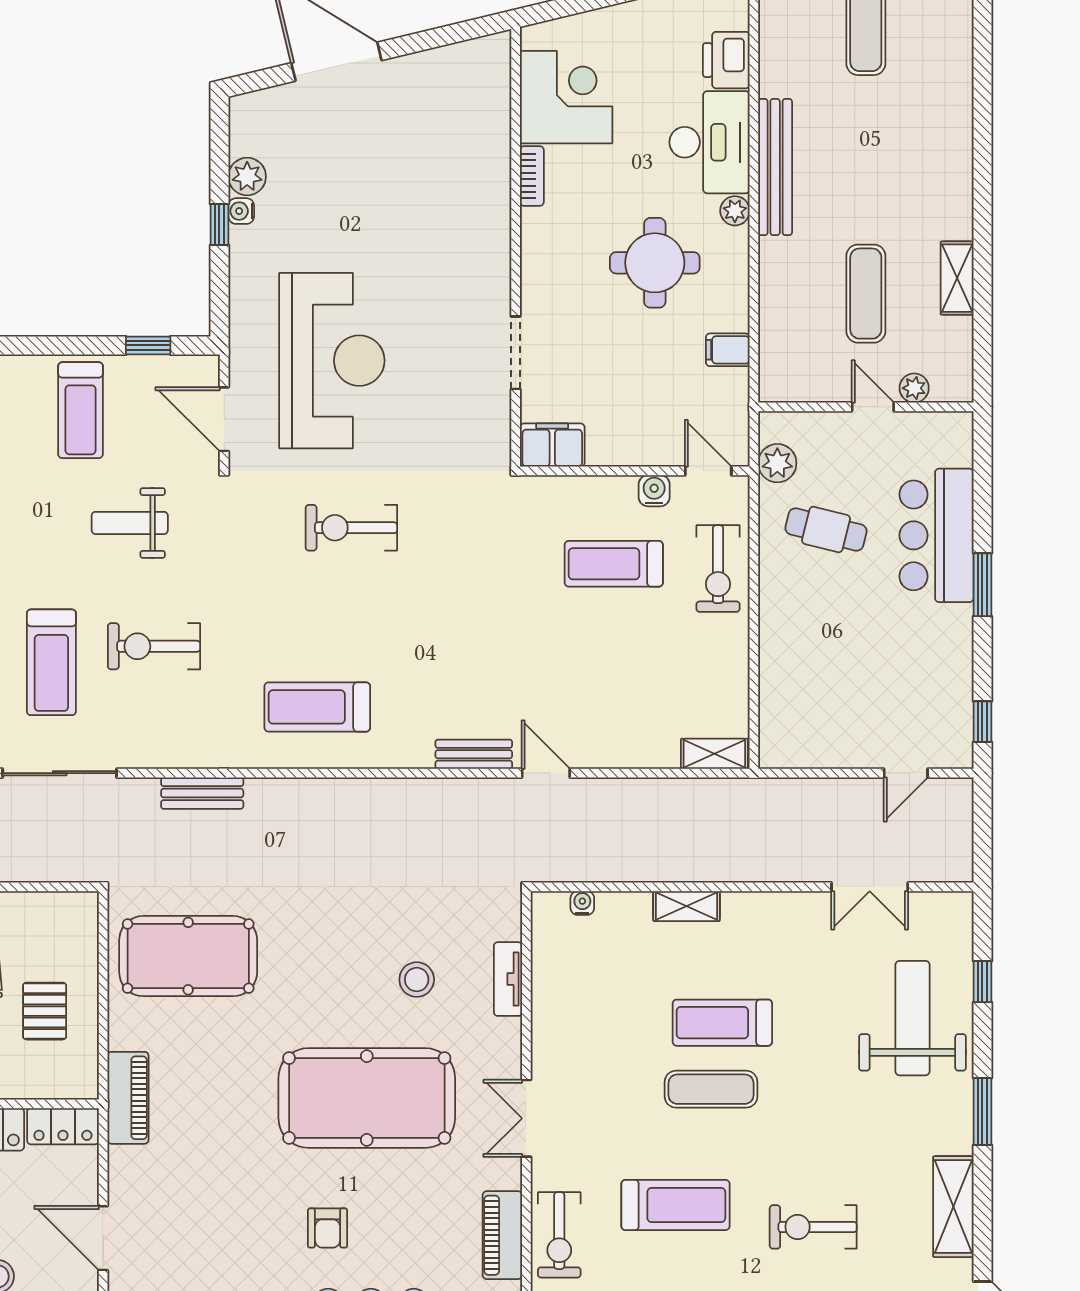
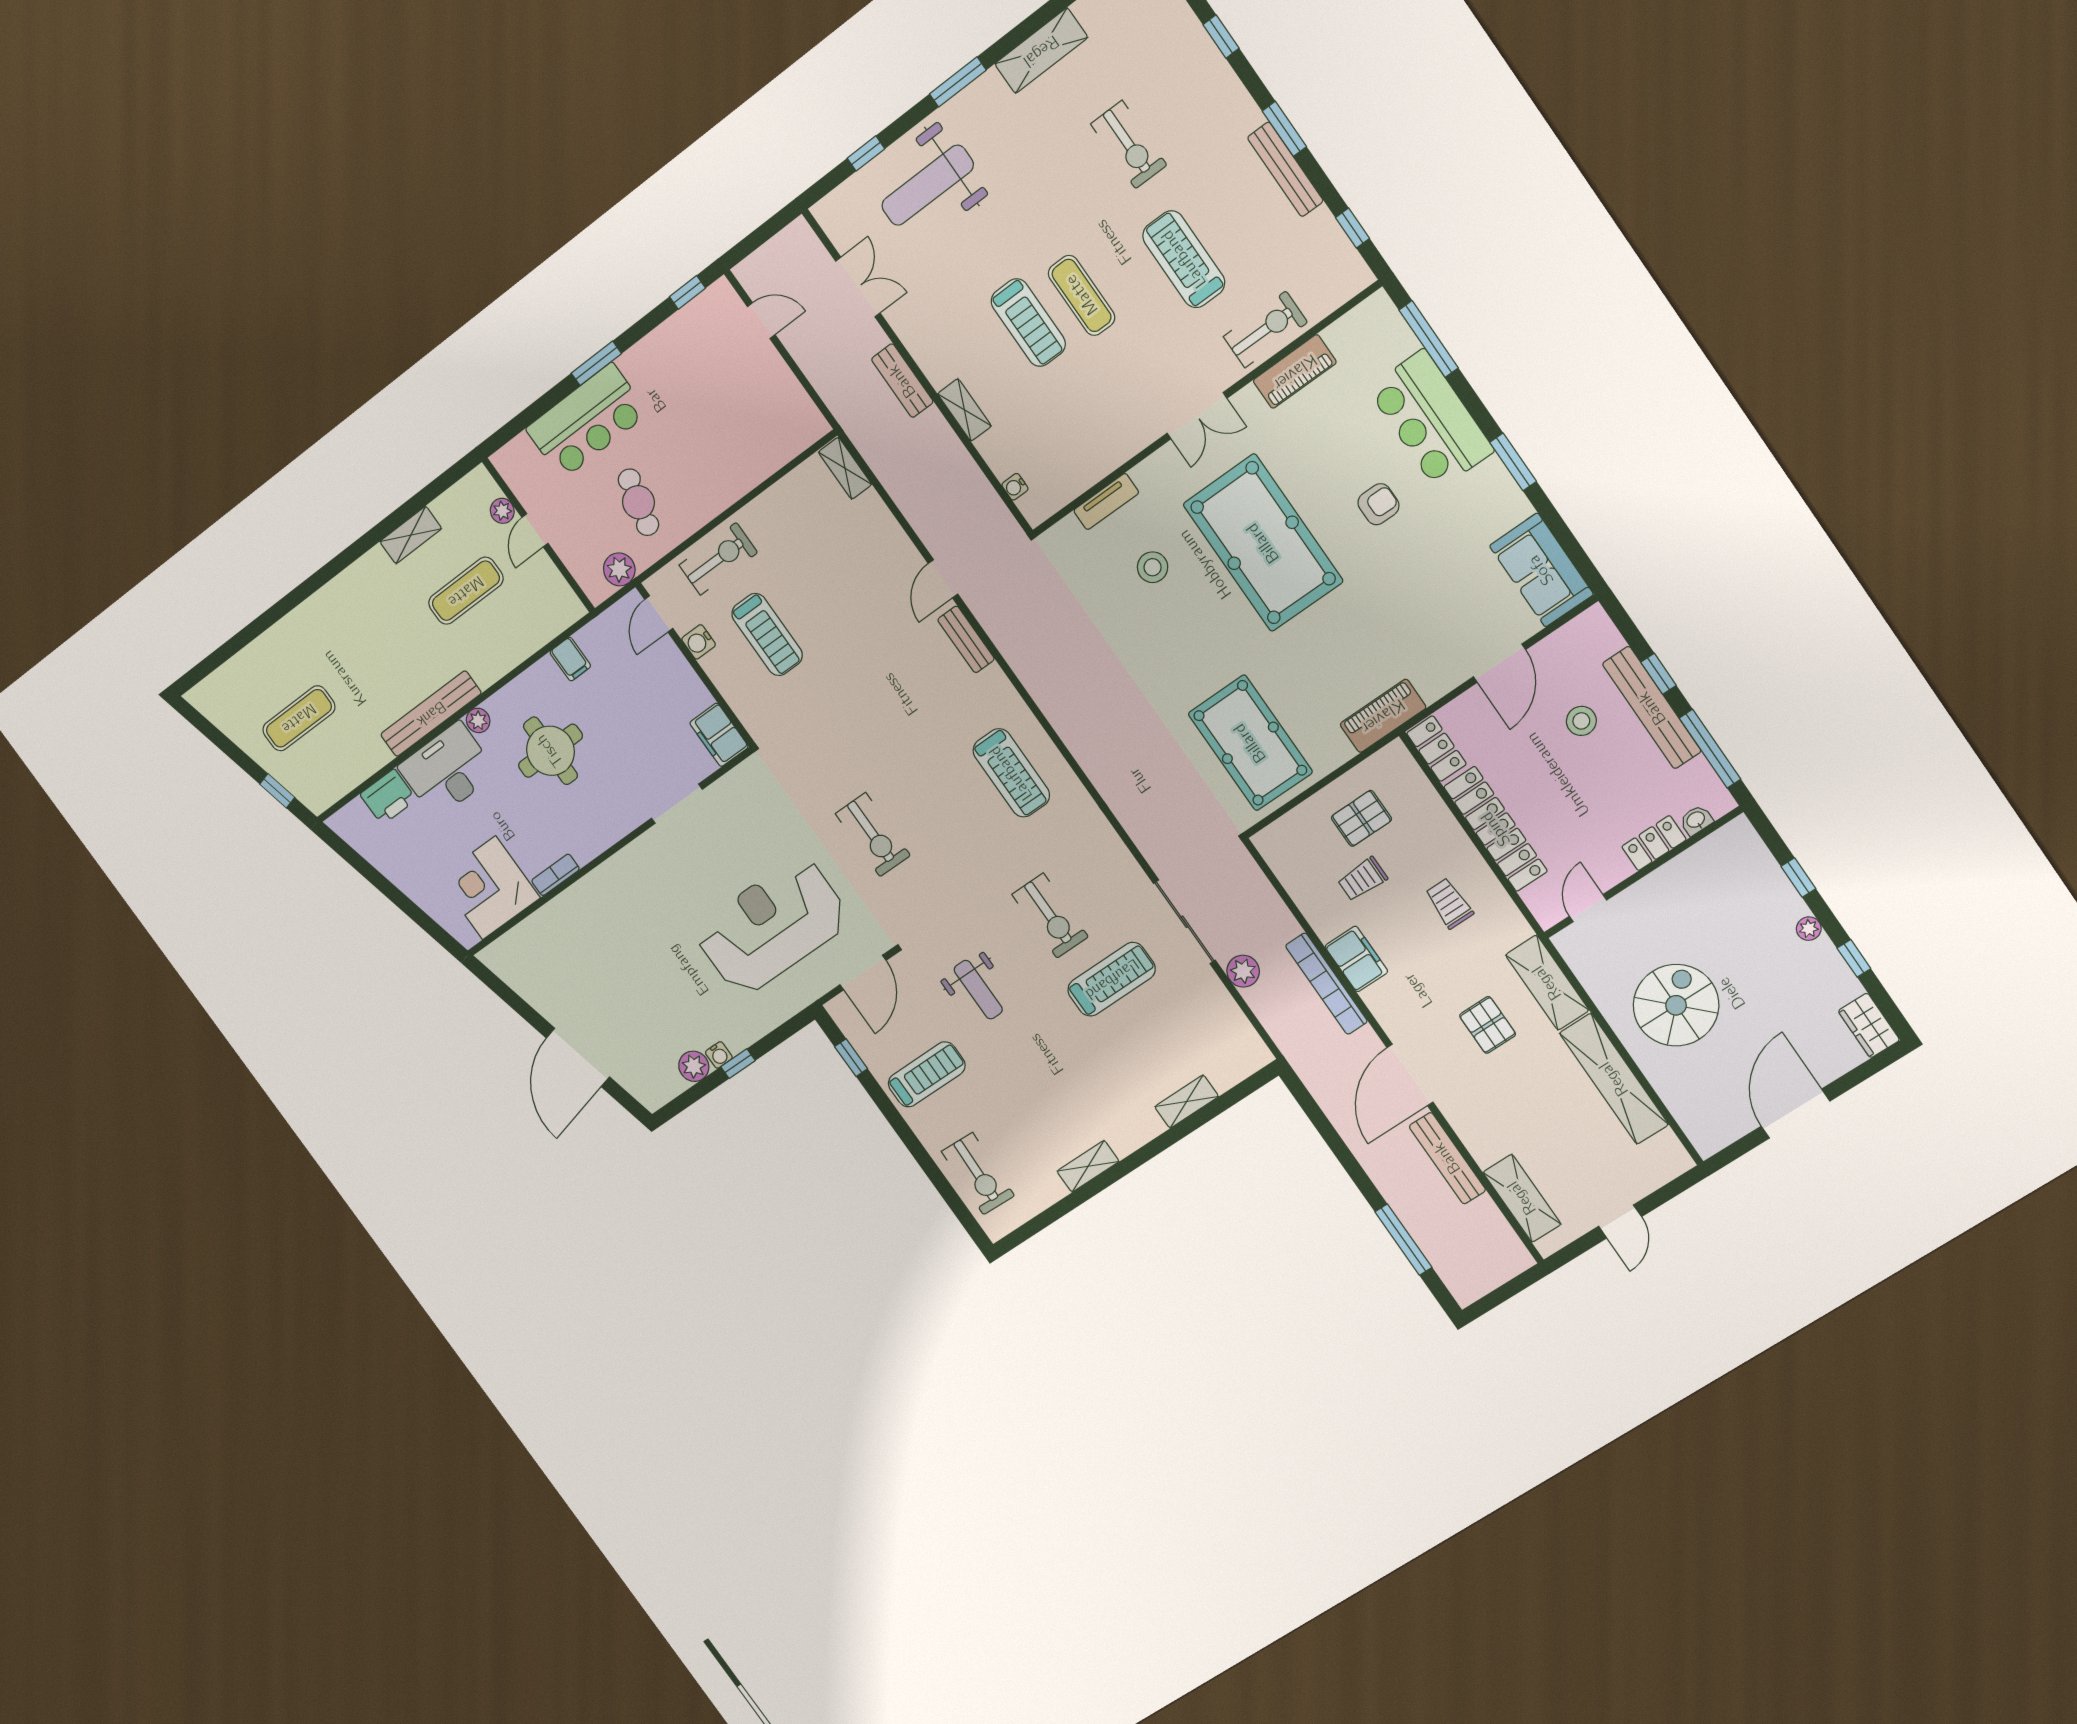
bench: (202, 793) -> (902, 381), moved

